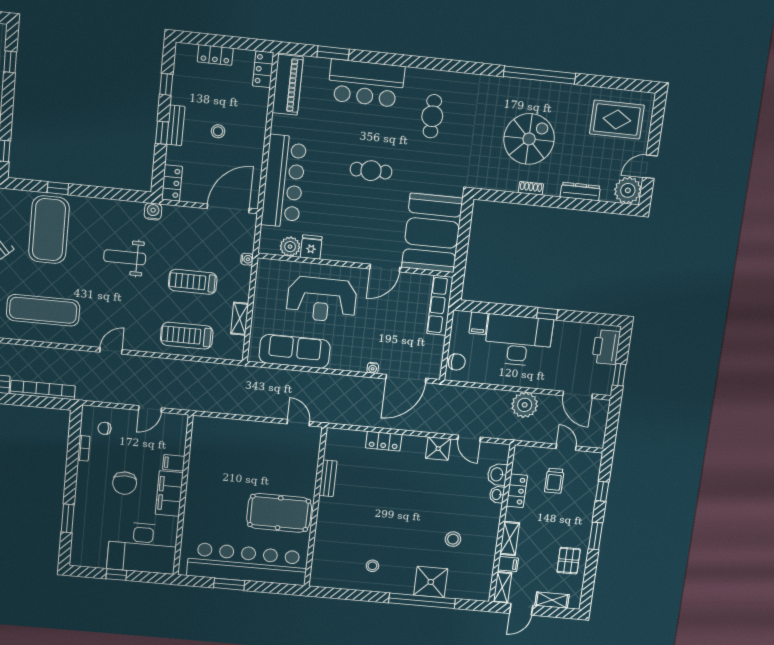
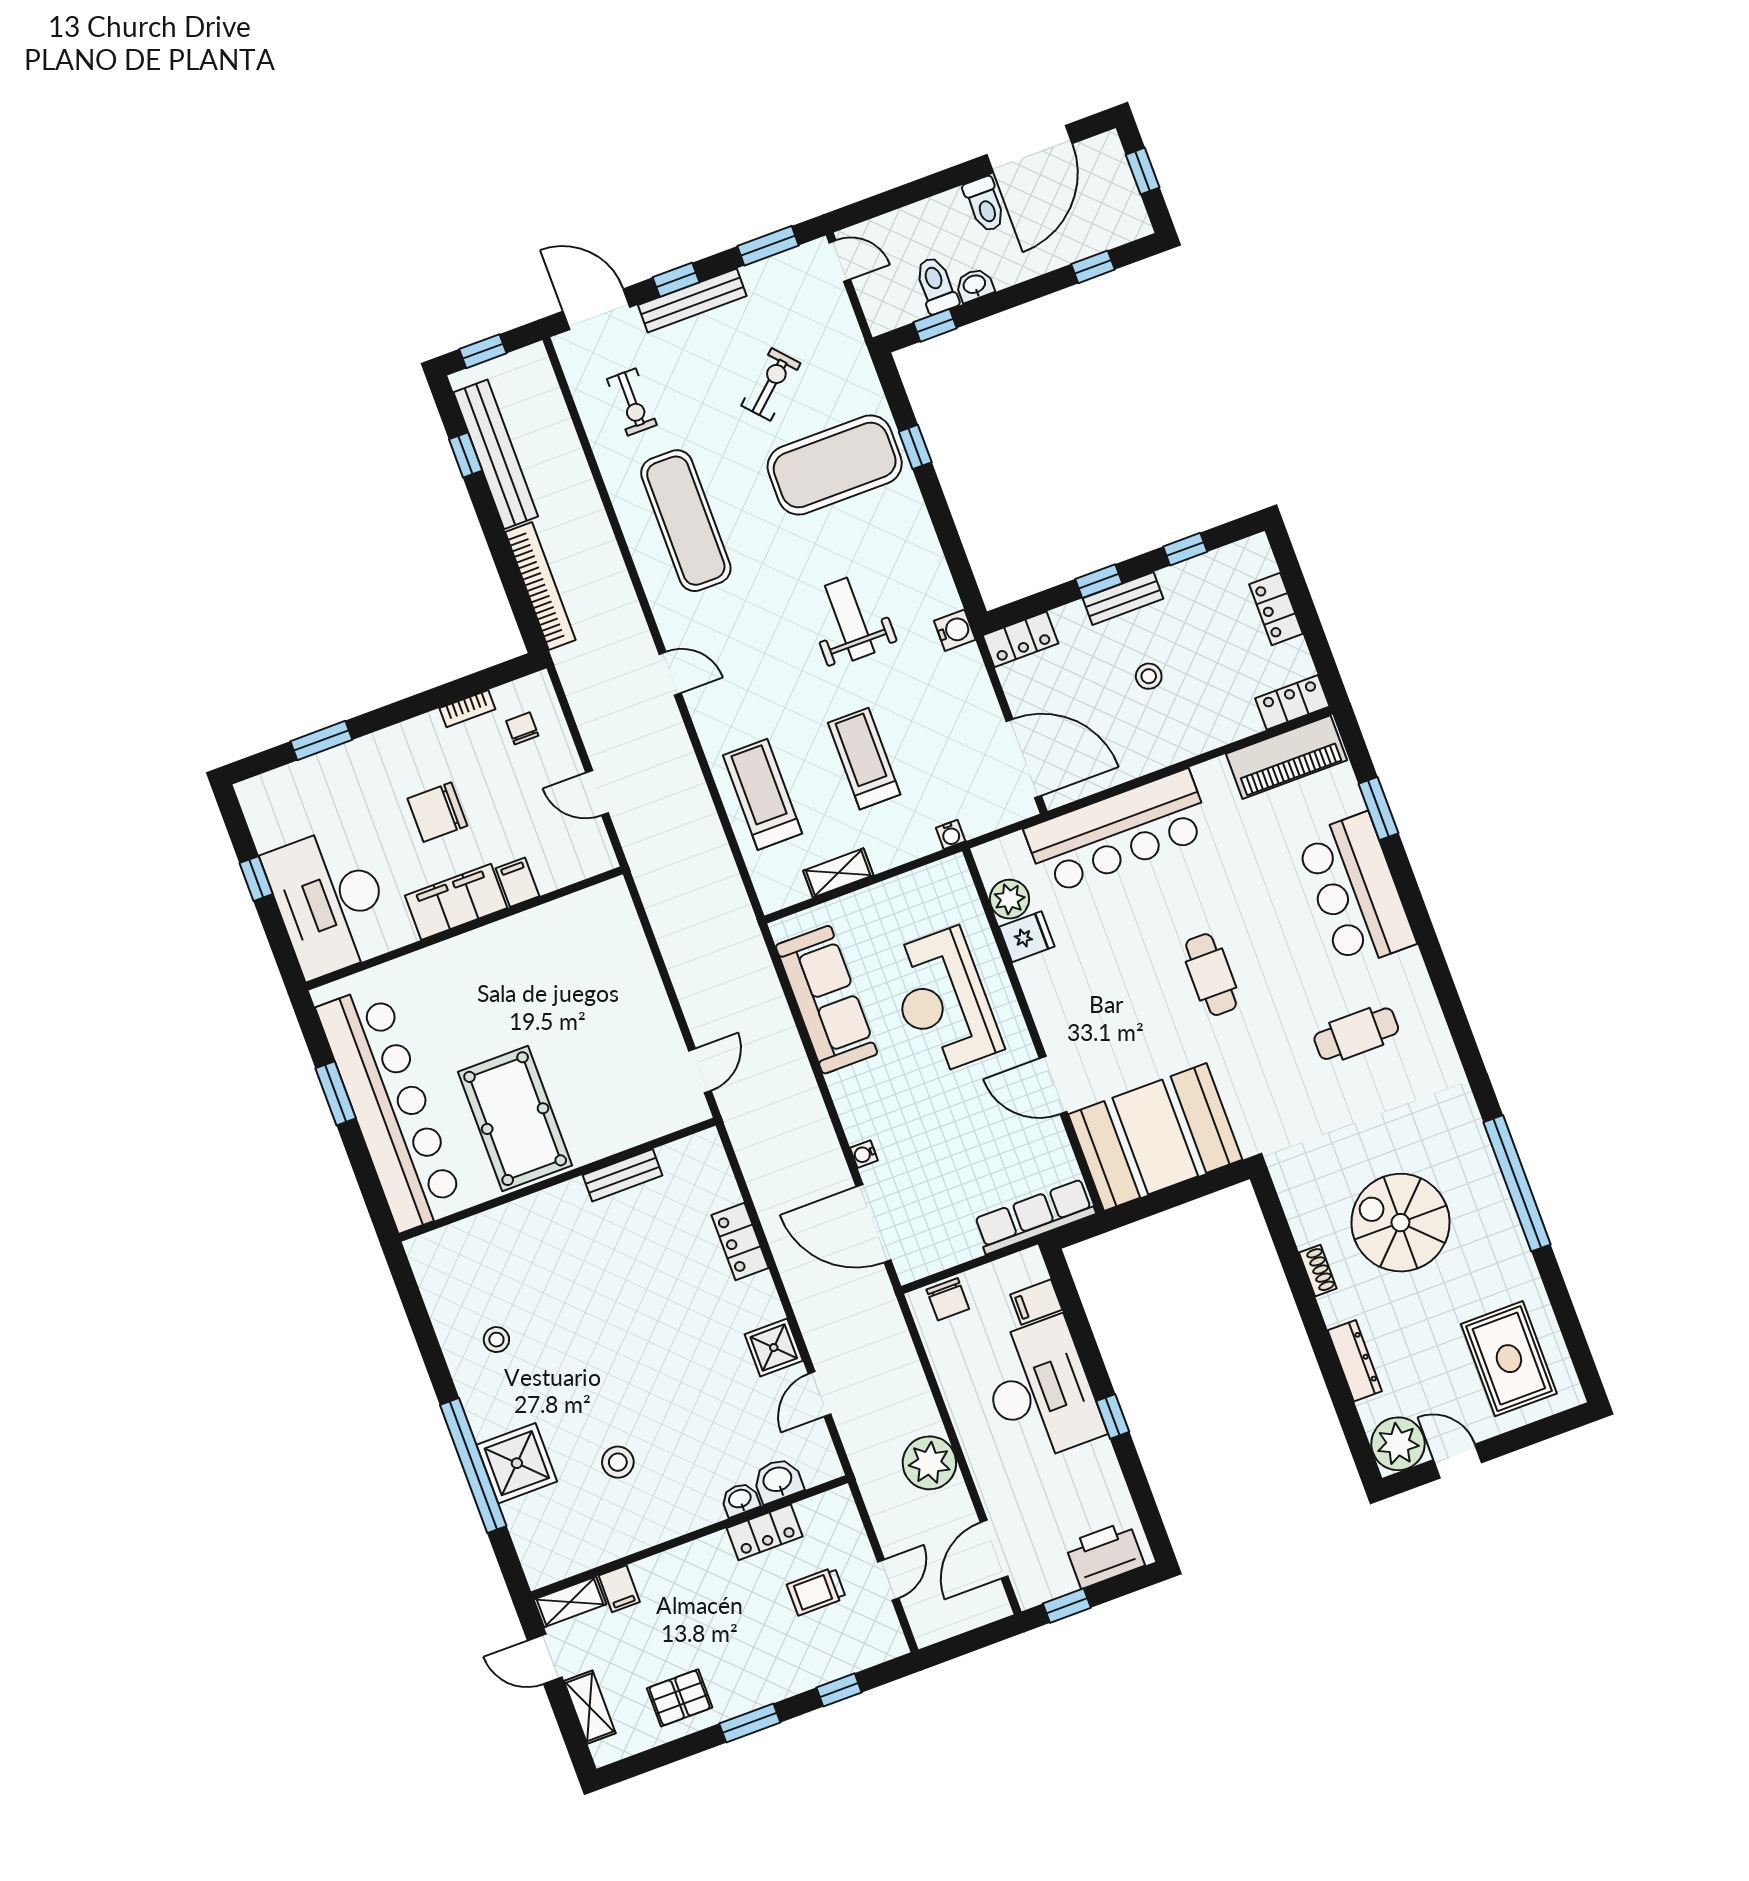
spiral stairs: (529, 139) -> (1400, 1223), turned 180
shelving: (510, 538) -> (669, 1566), removed

